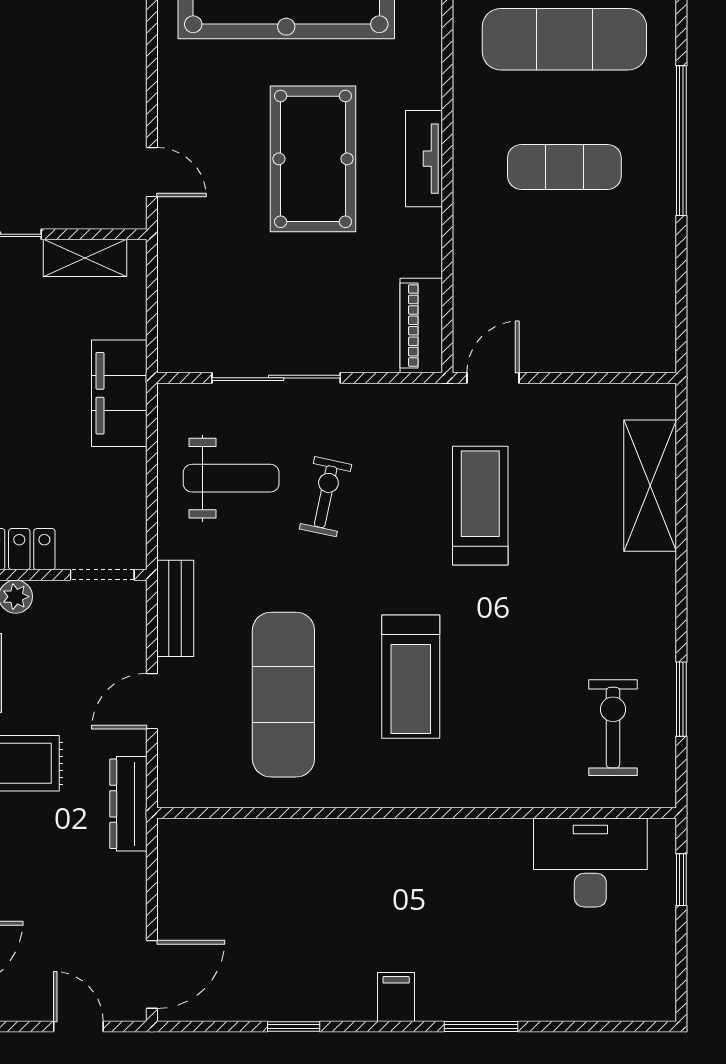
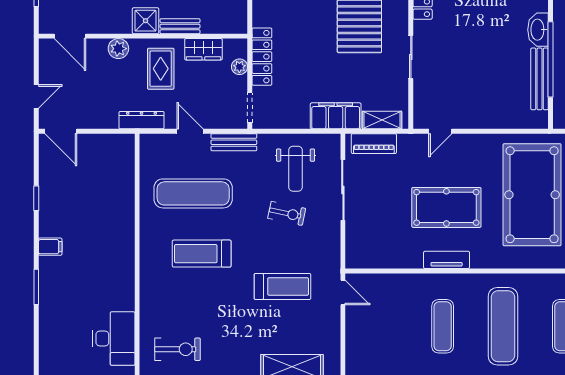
shelving: (85, 258) -> (382, 120), moved, turned 90
piano: (421, 326) -> (374, 144), moved, turned 180

